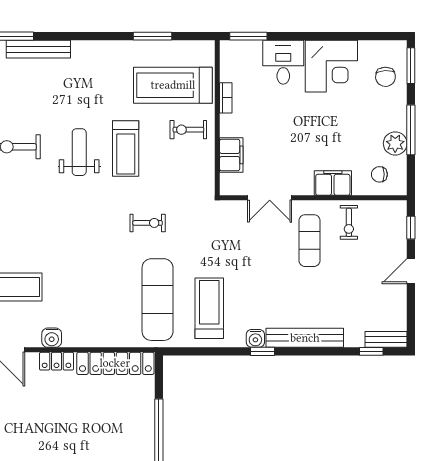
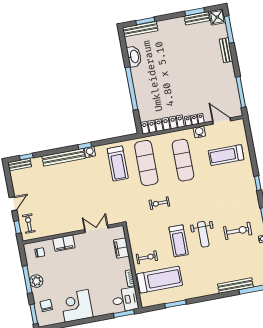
desk: (283, 62) -> (125, 300), moved, turned -90
plant: (395, 143) -> (36, 281), moved
treadmill: (126, 149) -> (179, 241), turned 180
exercise bike: (349, 222) -> (29, 223), moved
exercise mat: (309, 241) -> (183, 160), moved, width x1.36, depth x1.45

